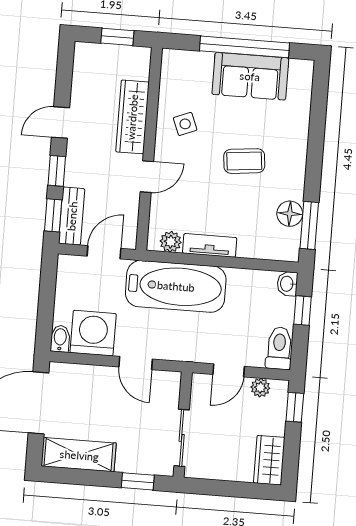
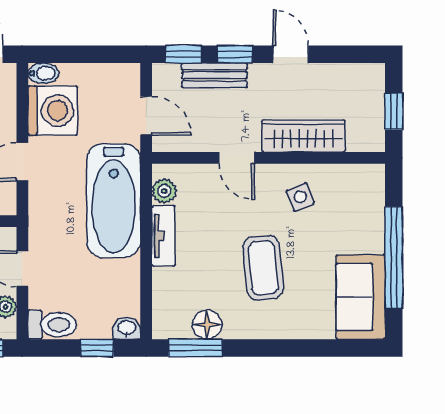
sofa: (250, 76) -> (361, 297), moved
coffee table: (244, 161) -> (263, 268), width x1.36, depth x1.30
bench: (72, 216) -> (214, 75), moved

